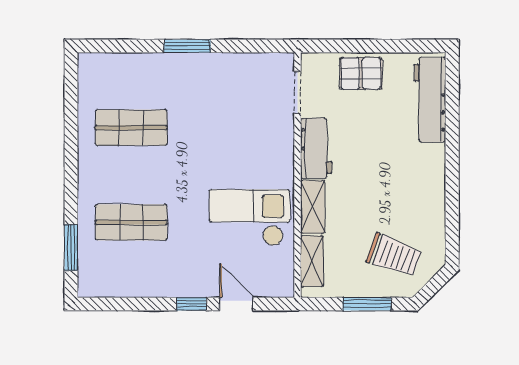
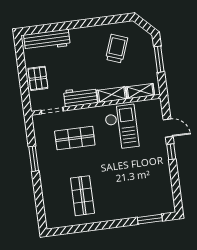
window: (187, 46) -> (34, 159), moved
checkout: (250, 218) -> (122, 127), turned 180
shop shelf: (131, 222) -> (75, 138), moved, turned 90
trolley: (394, 255) -> (117, 49), moved
door: (236, 304) -> (168, 128), swing flipped

